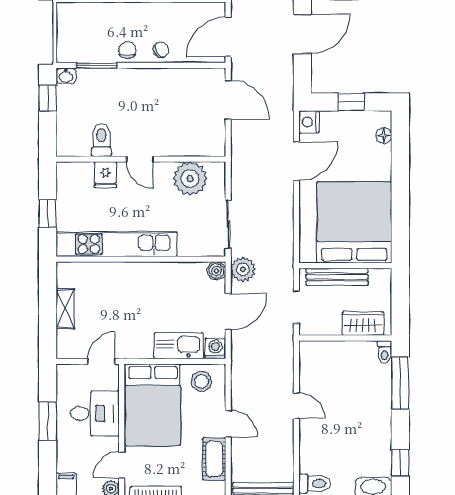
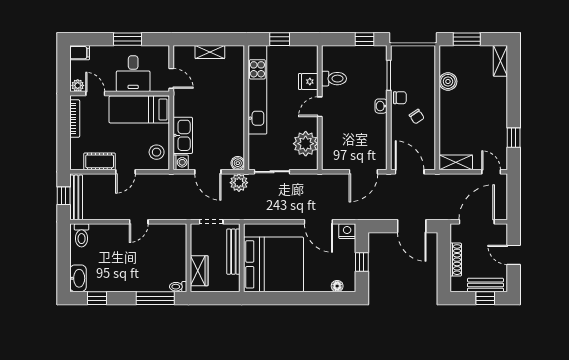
chair: (161, 50) -> (417, 117), moved
washbasin: (66, 76) -> (381, 106), moved
bed: (153, 405) -> (139, 110), width x0.67

